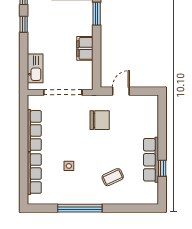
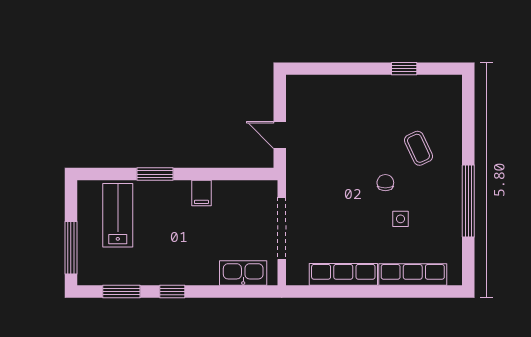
filing cabinet: (85, 48) -> (201, 193), width x0.50
chair: (100, 120) -> (385, 183), moved, width x0.54, depth x0.54
row of seats: (151, 160) -> (391, 86), removed

